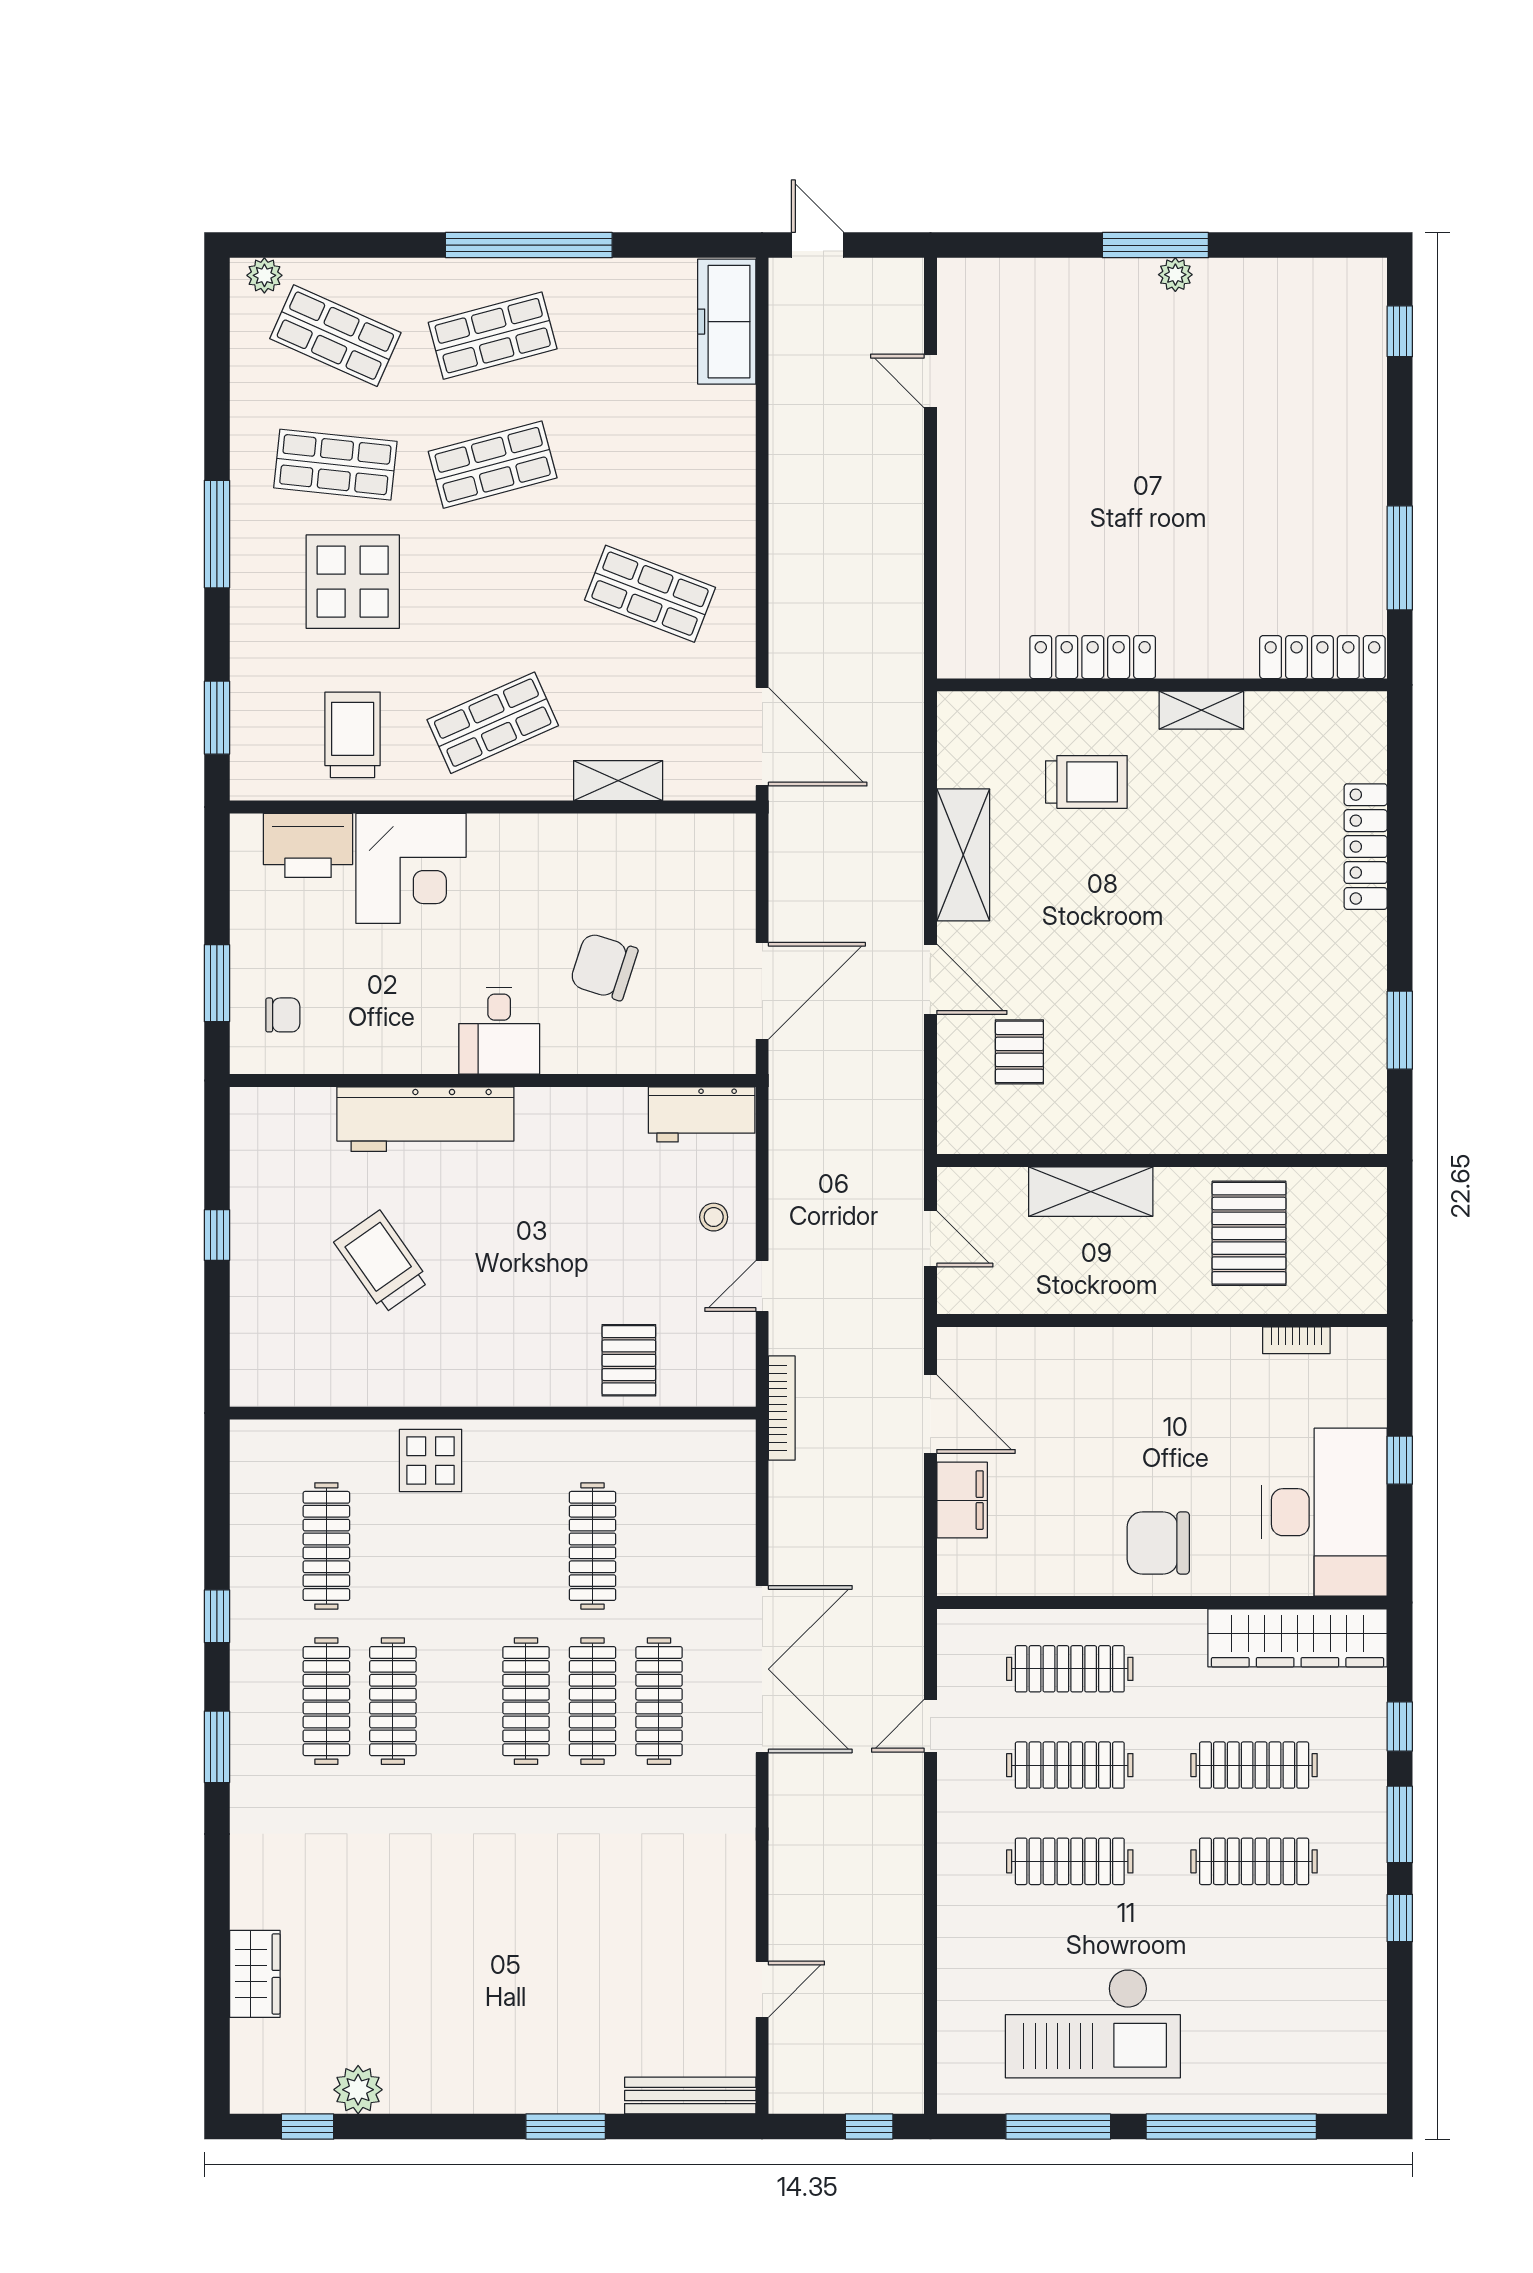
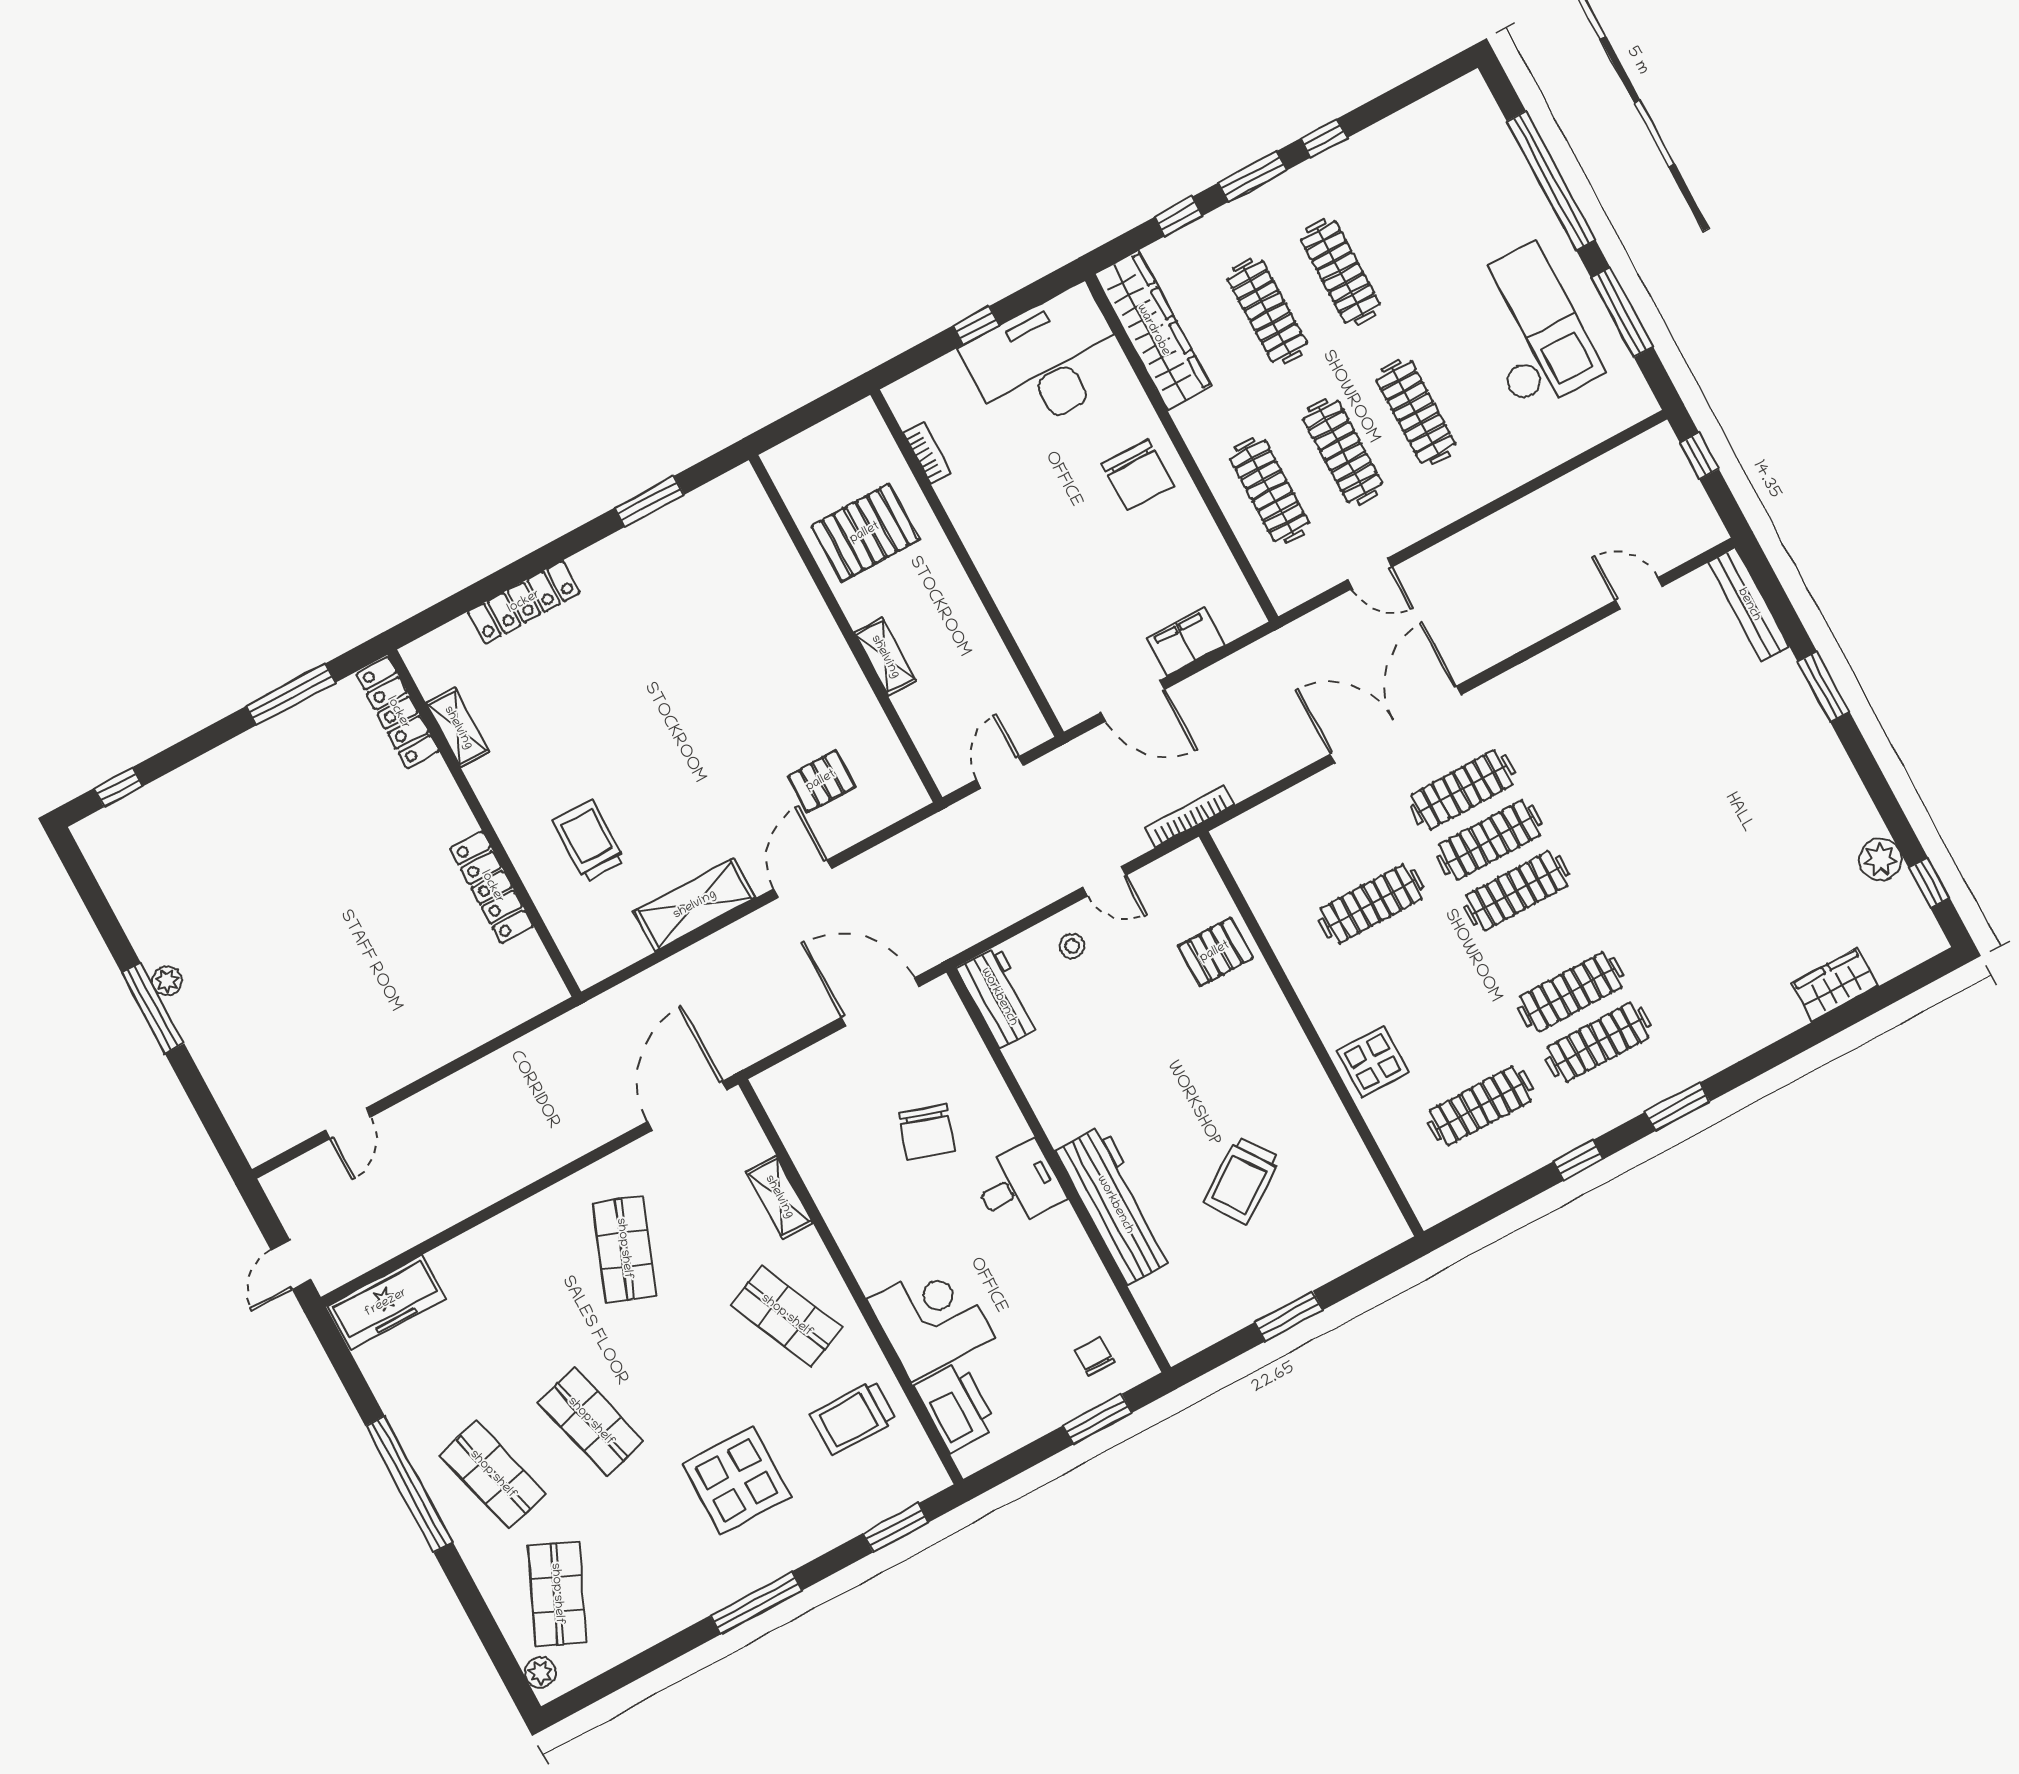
shop shelf: (335, 465) -> (655, 1541), removed
shelving: (1201, 710) -> (458, 728), moved
shelving: (1091, 1192) -> (885, 657), width x0.67, depth x0.75
window: (217, 1235) -> (1289, 1316), width x1.50
door: (930, 1414) -> (1133, 701), swing flipped

